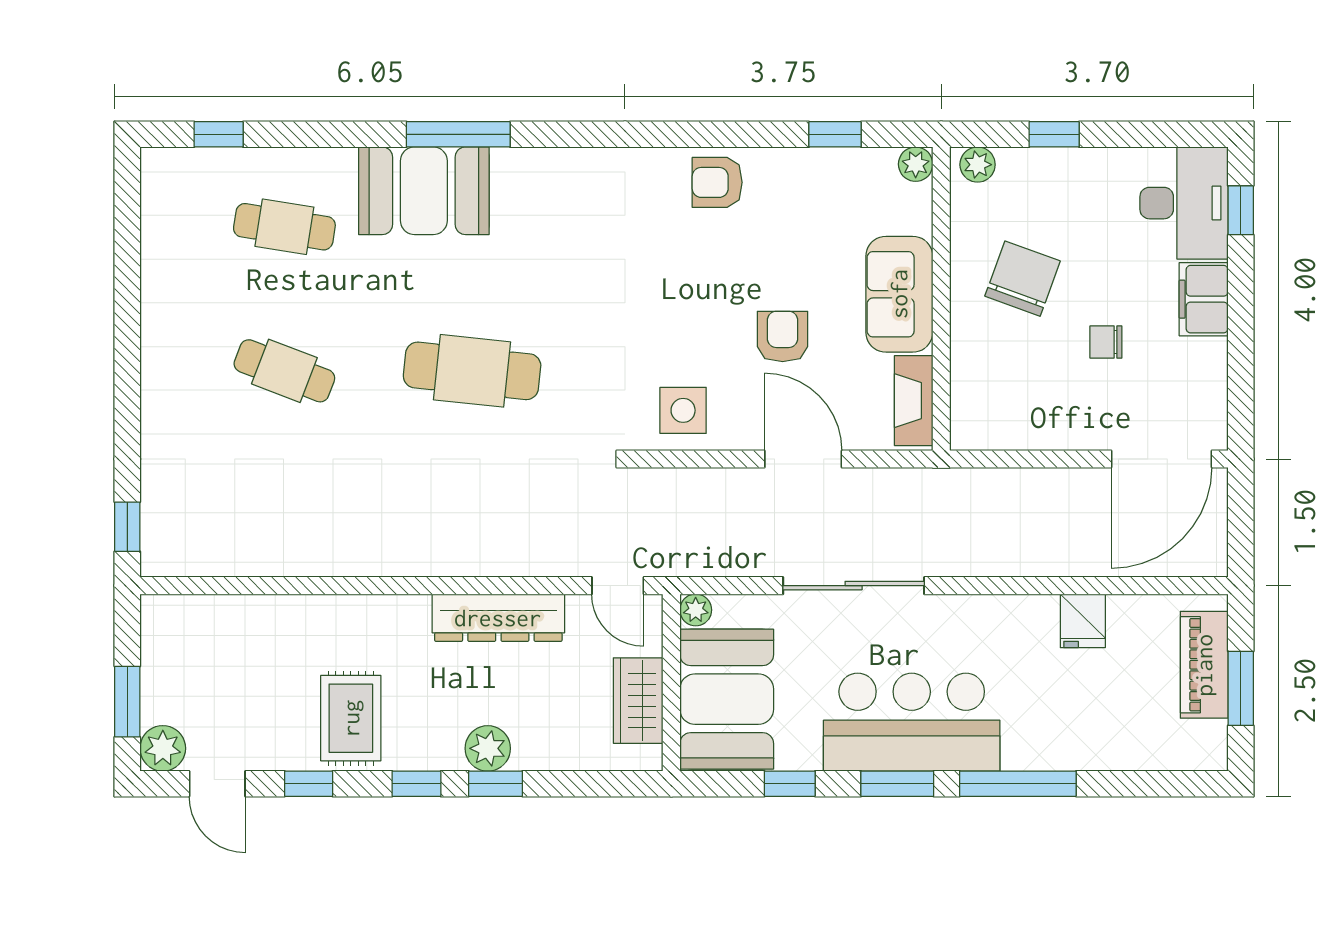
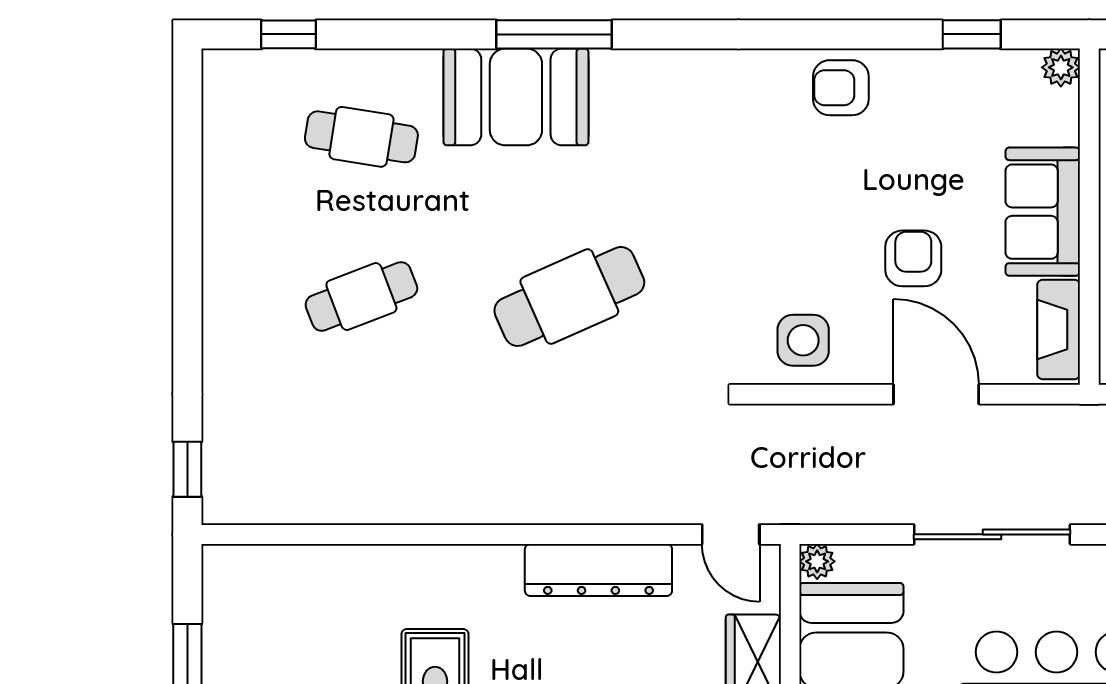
cafe table: (284, 371) -> (361, 296), turned -42
cafe table: (472, 371) -> (569, 296), turned -30

